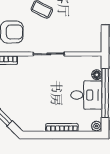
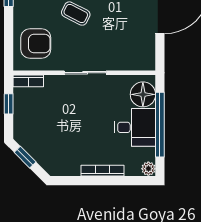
floor lamp: (97, 75) -> (143, 94), width x1.89, depth x1.89

